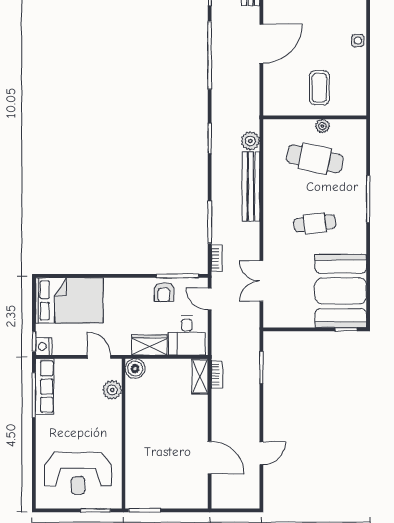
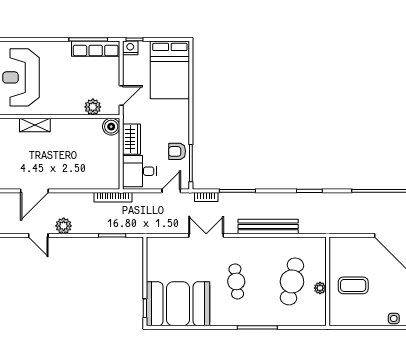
plant: (250, 141) -> (64, 226), moved
double door: (261, 281) -> (206, 235), moved
bookcase: (217, 374) -> (113, 197), width x1.56
shelving: (200, 376) -> (35, 125), moved

